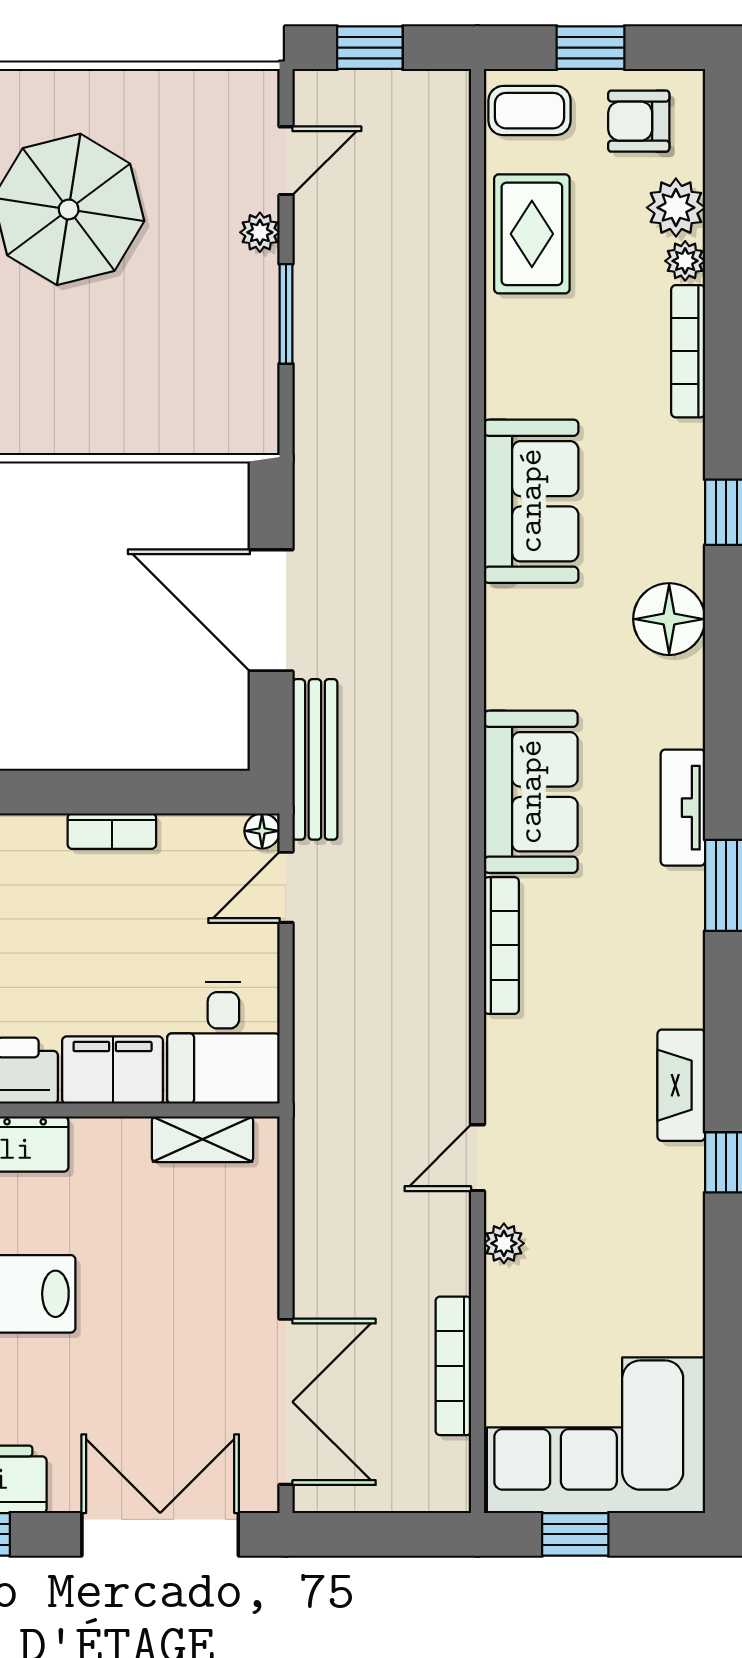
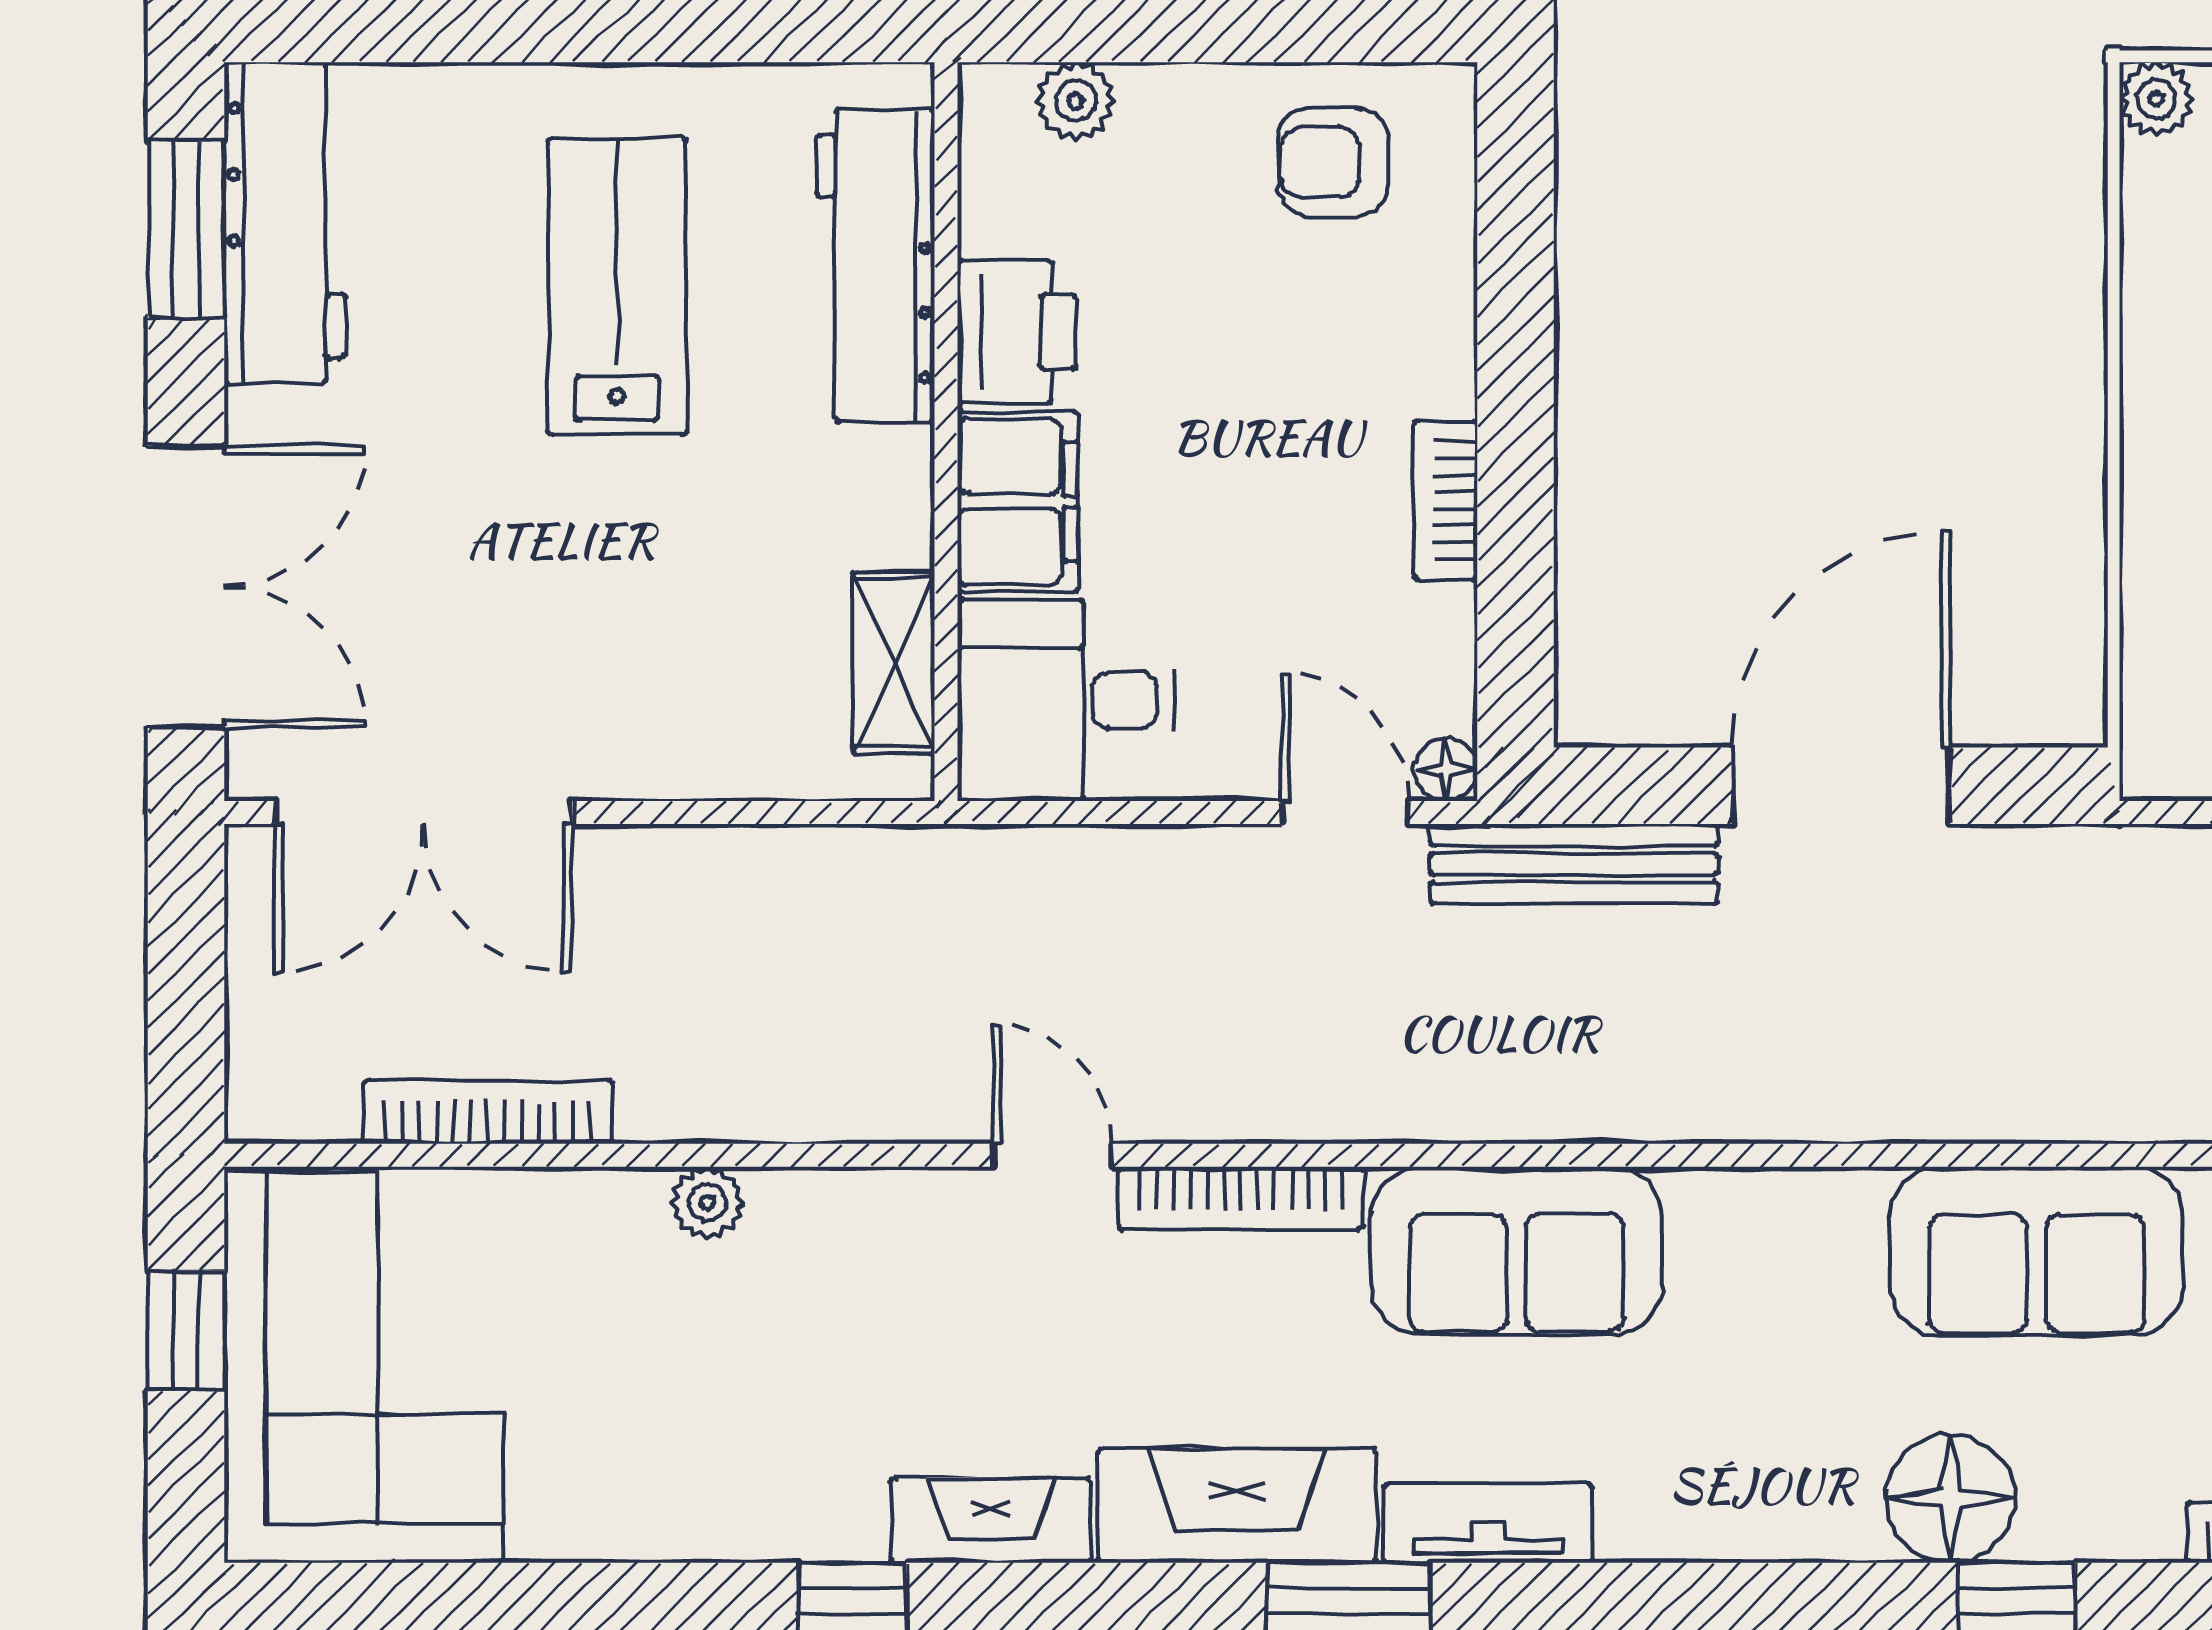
floor lamp: (669, 619) -> (1951, 1498), moved
fireplace: (673, 948) -> (1237, 1506), added
door: (477, 1158) -> (1052, 1155), moved

